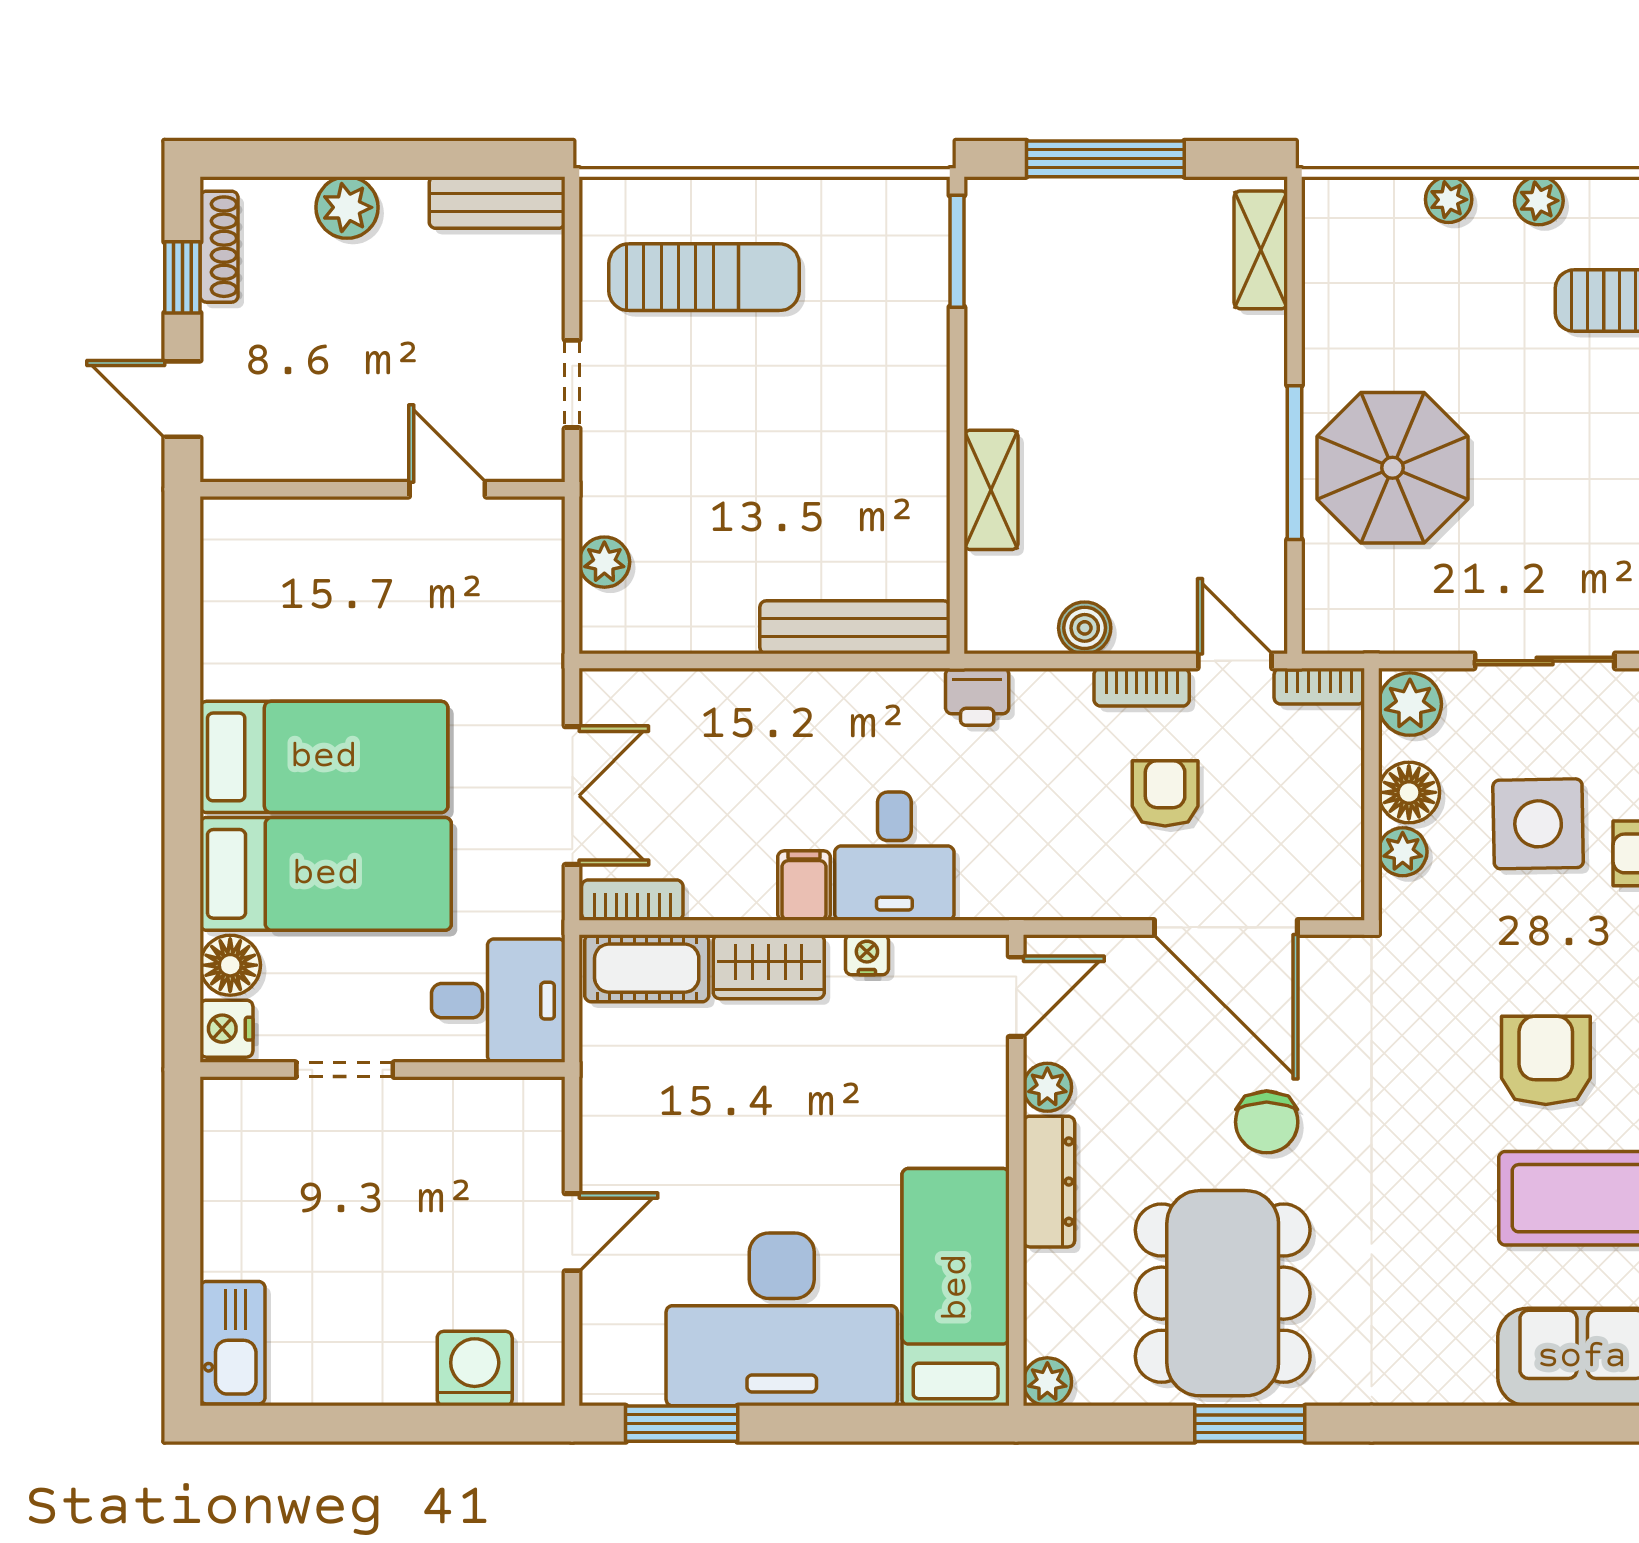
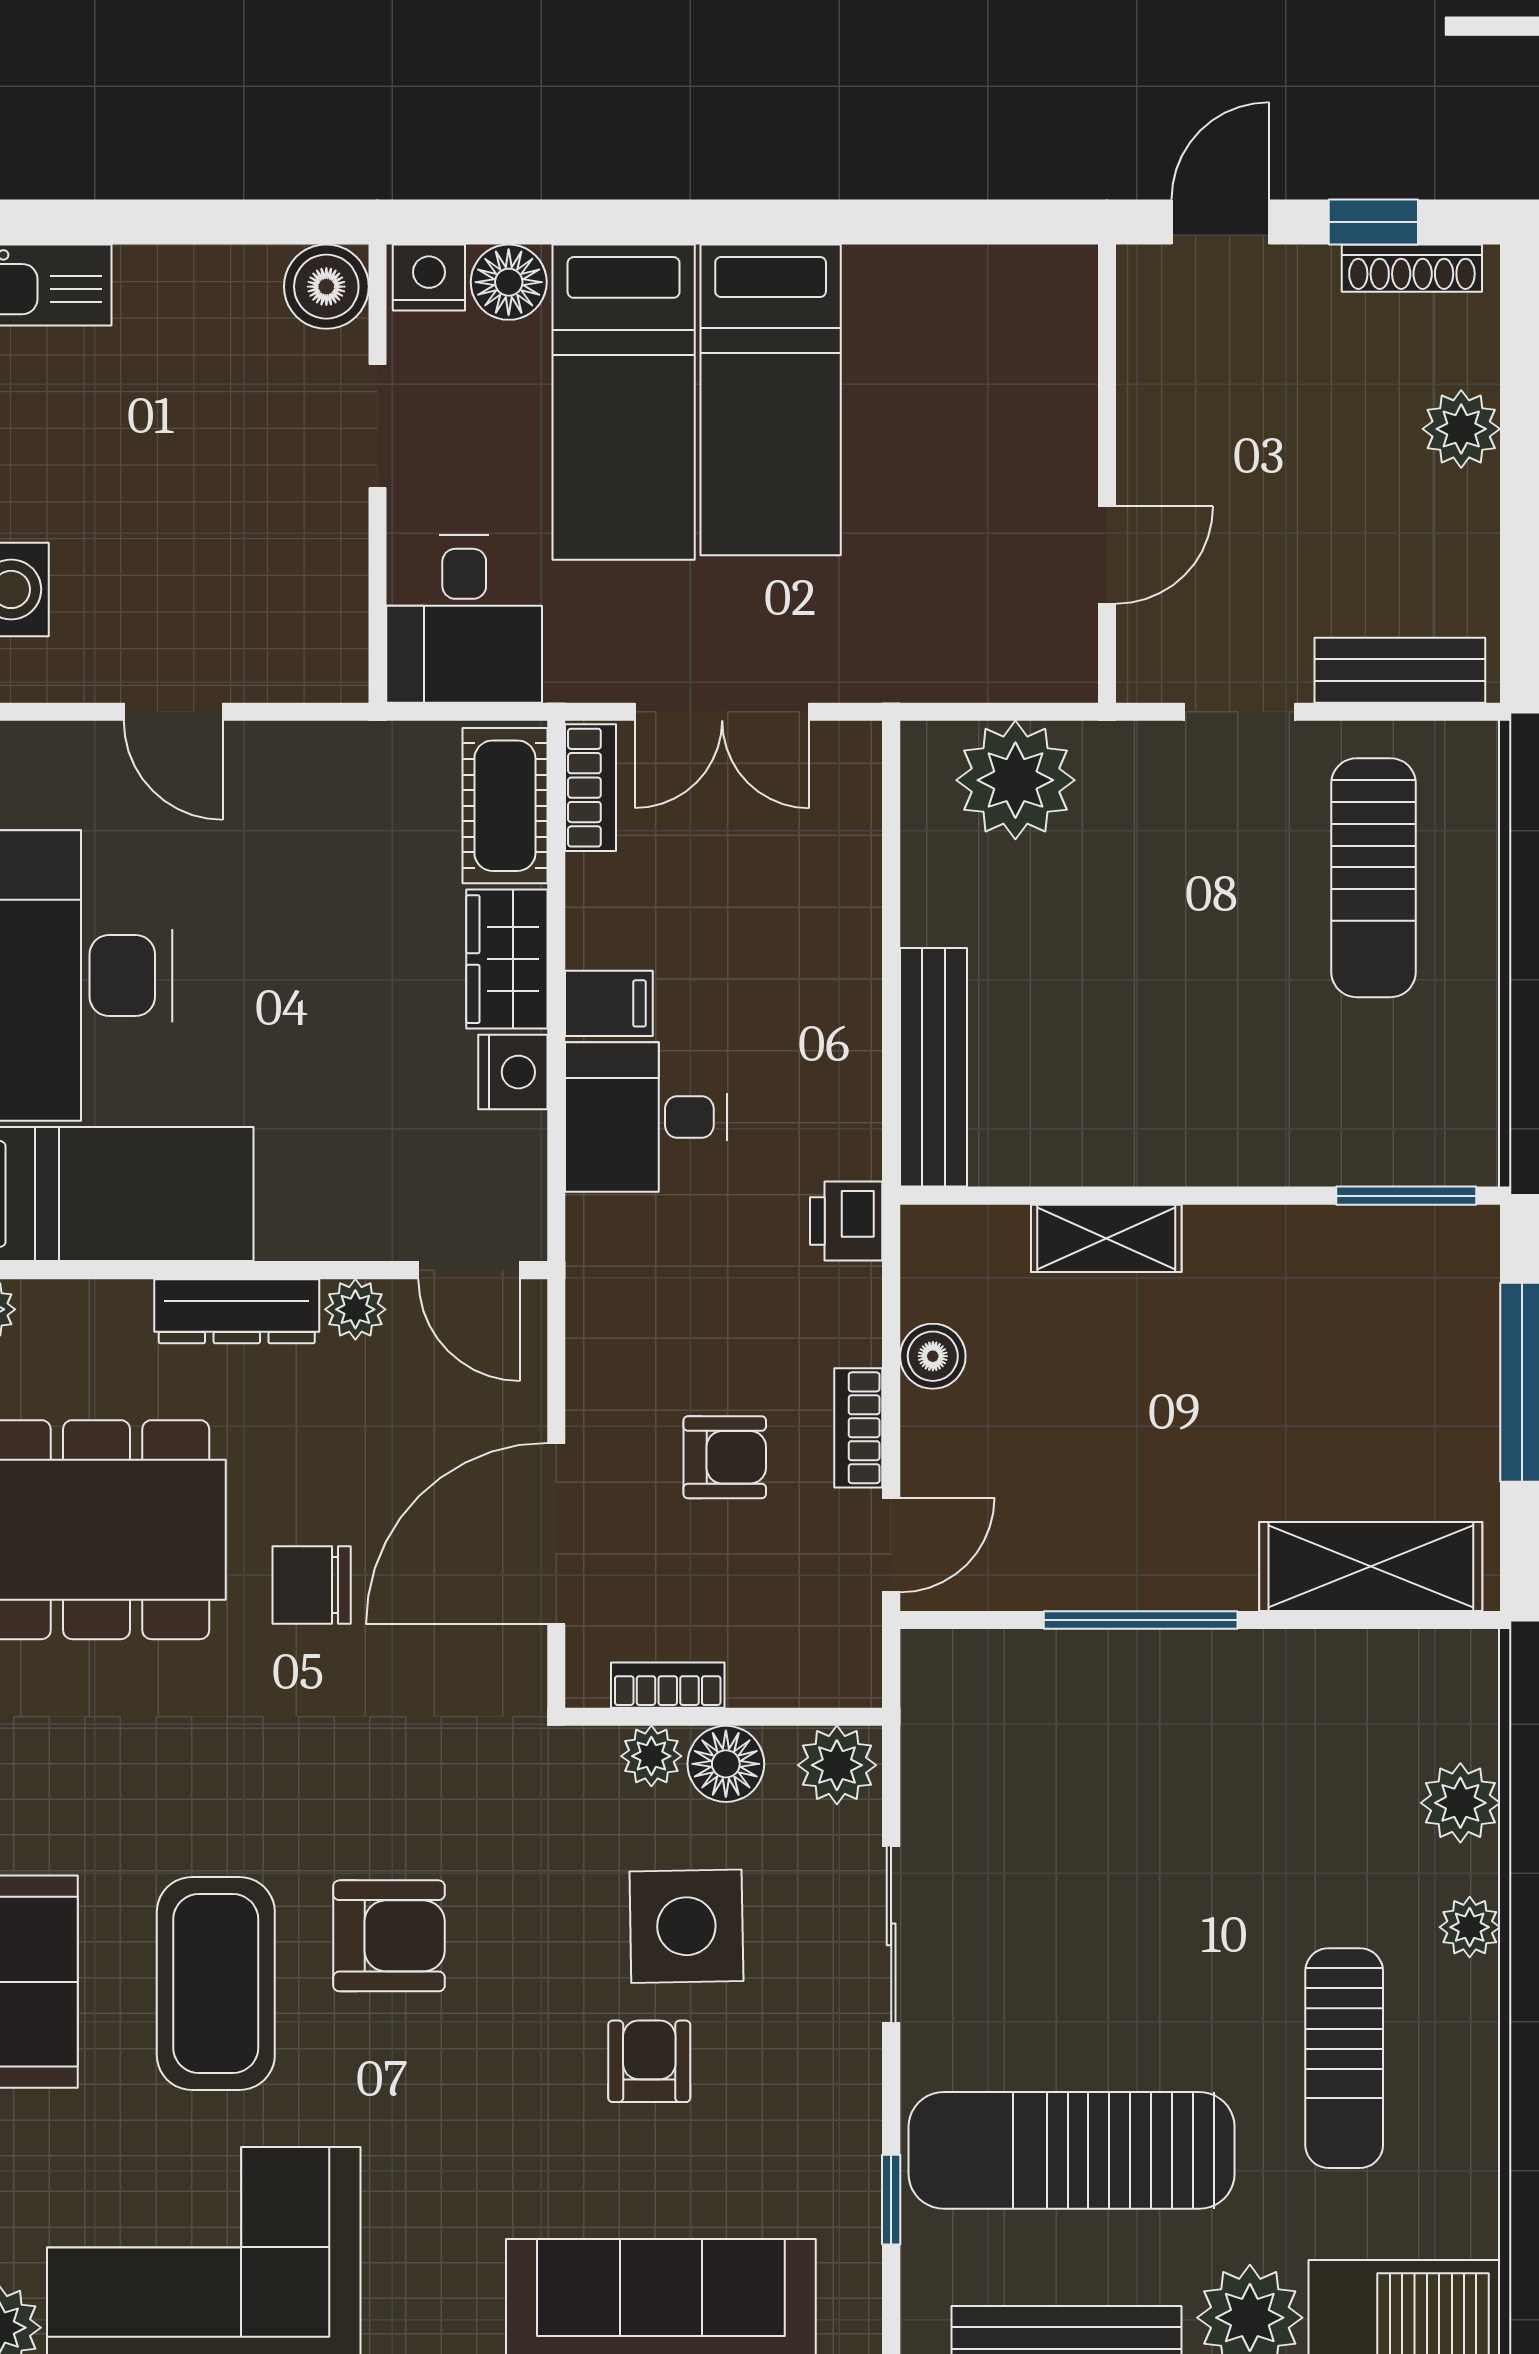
plant: (1449, 200) -> (1460, 1803), width x1.38, depth x1.38
bench: (497, 202) -> (1400, 670), moved, turned 90
shelving: (1261, 250) -> (1371, 1566), width x1.50, depth x1.33
parasol: (1392, 468) -> (1134, 1743), removed
plant: (604, 562) -> (1015, 780), width x1.88, depth x1.88
bookcase: (1319, 686) -> (668, 1685), moved, turned 90
nightstand: (867, 955) -> (513, 1072), width x1.39, depth x1.35
boiler: (234, 1110) -> (326, 287), added

